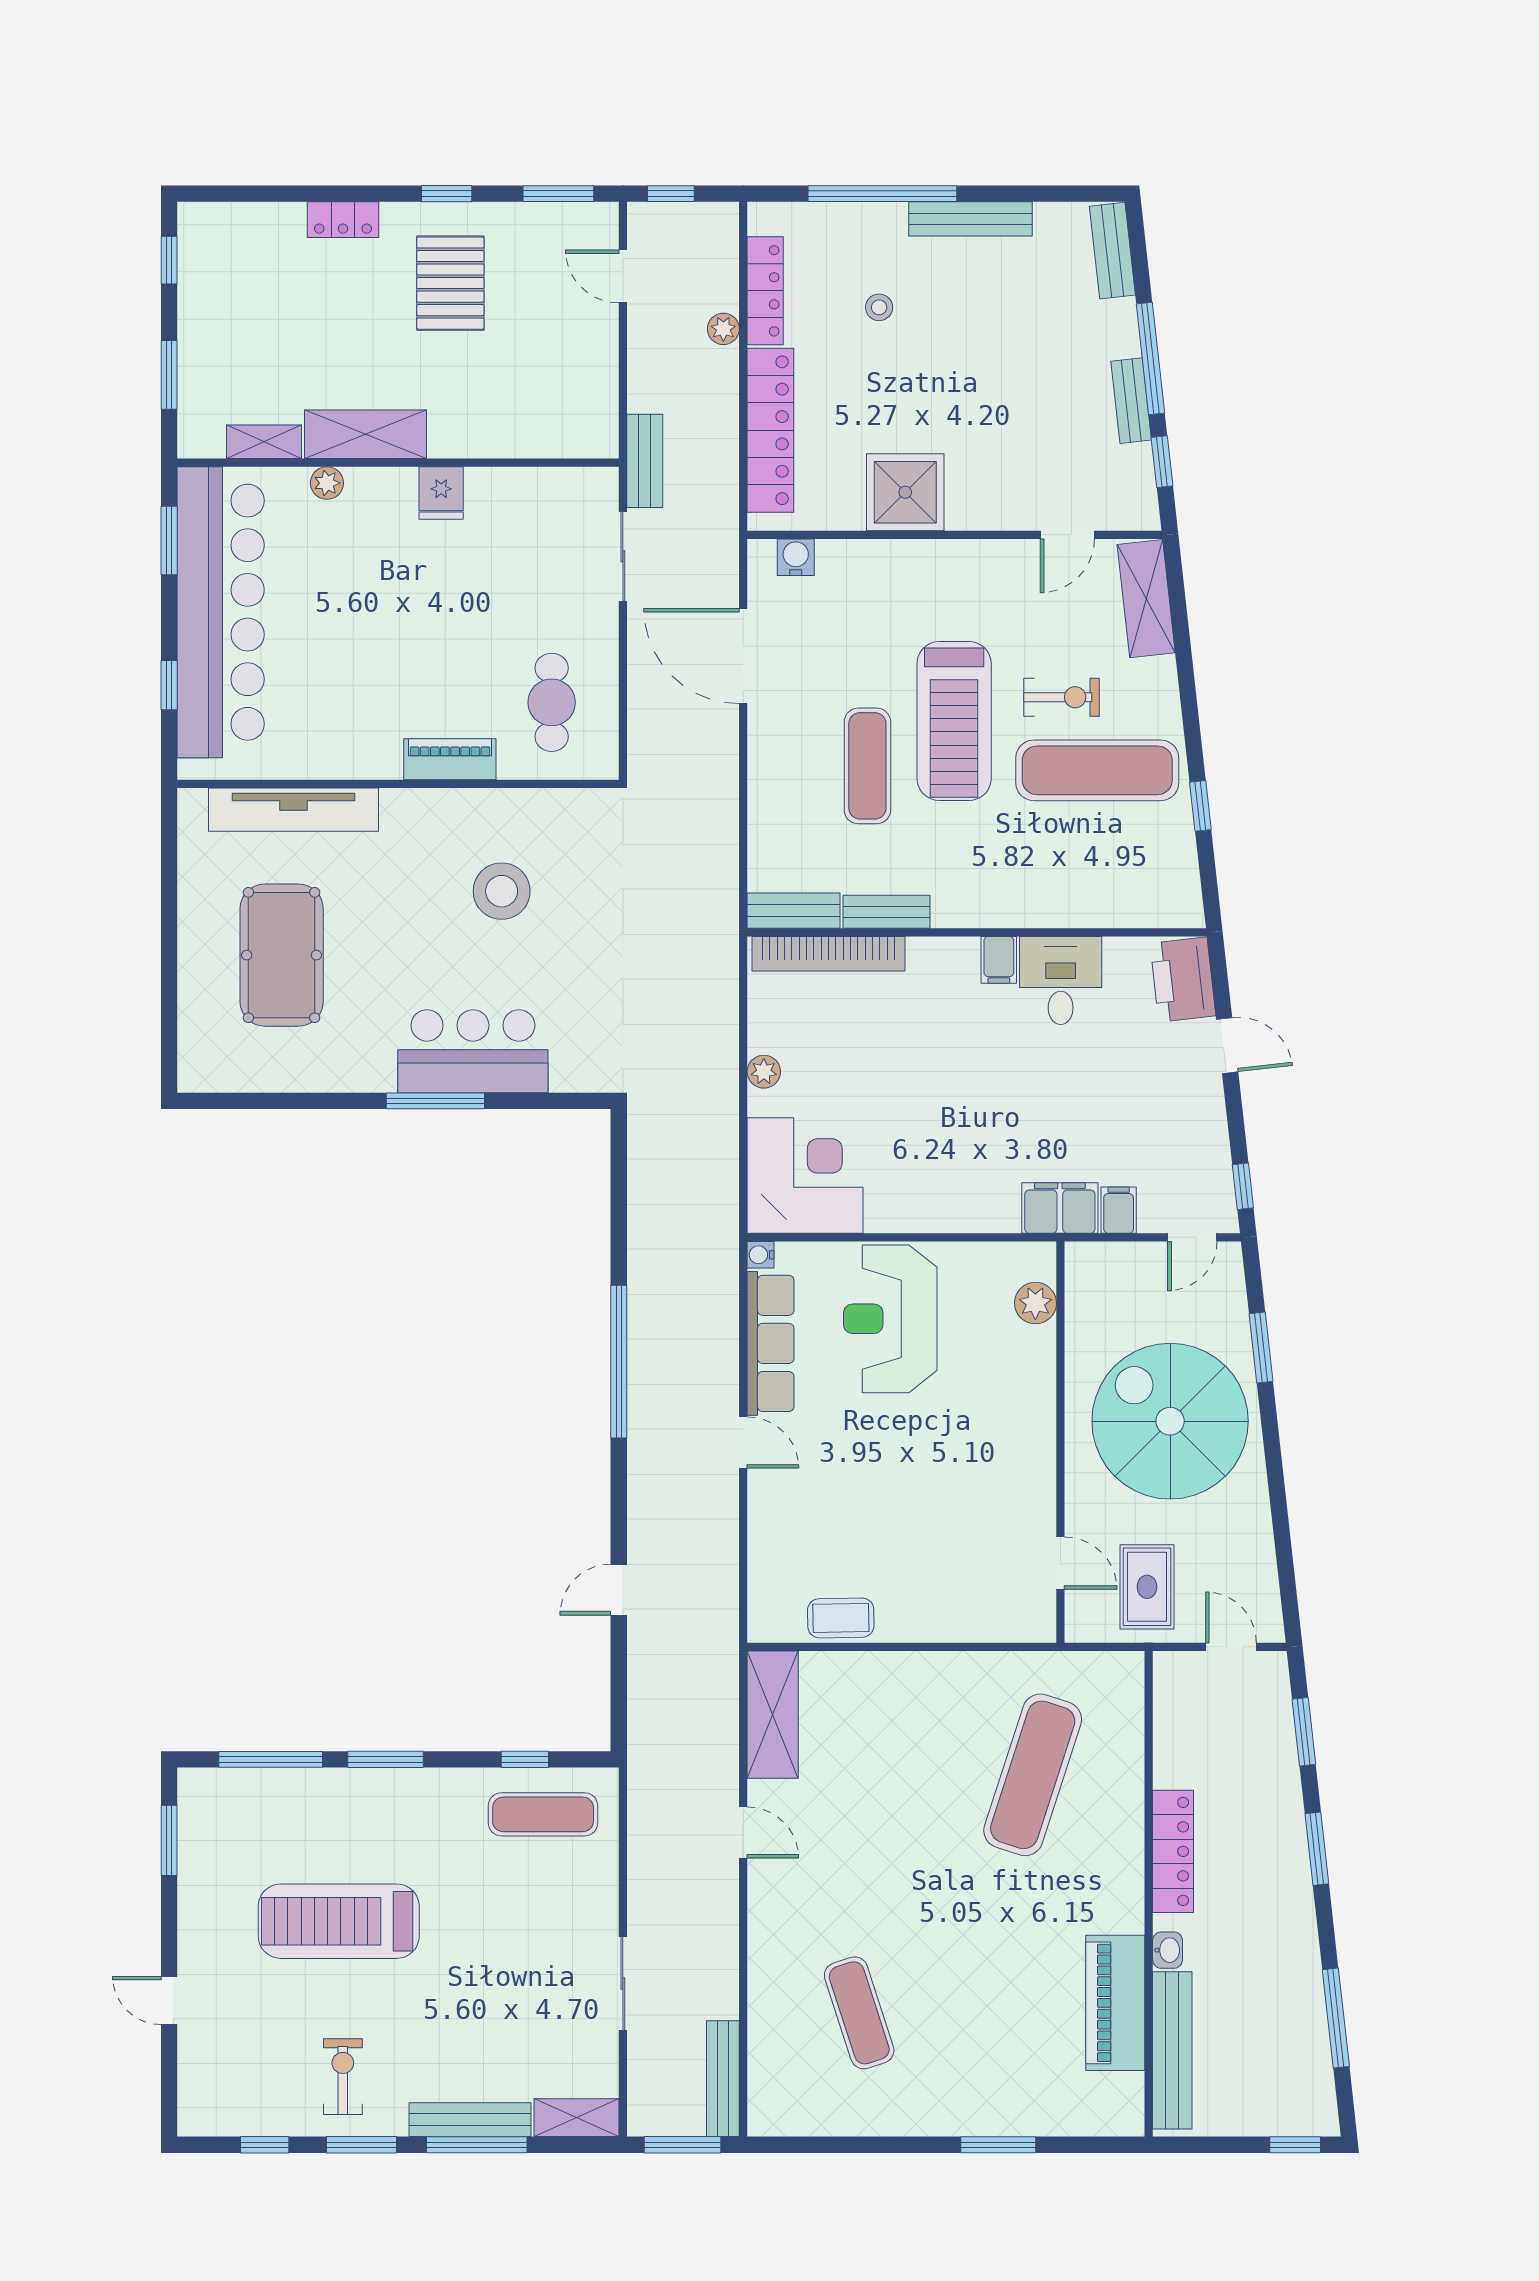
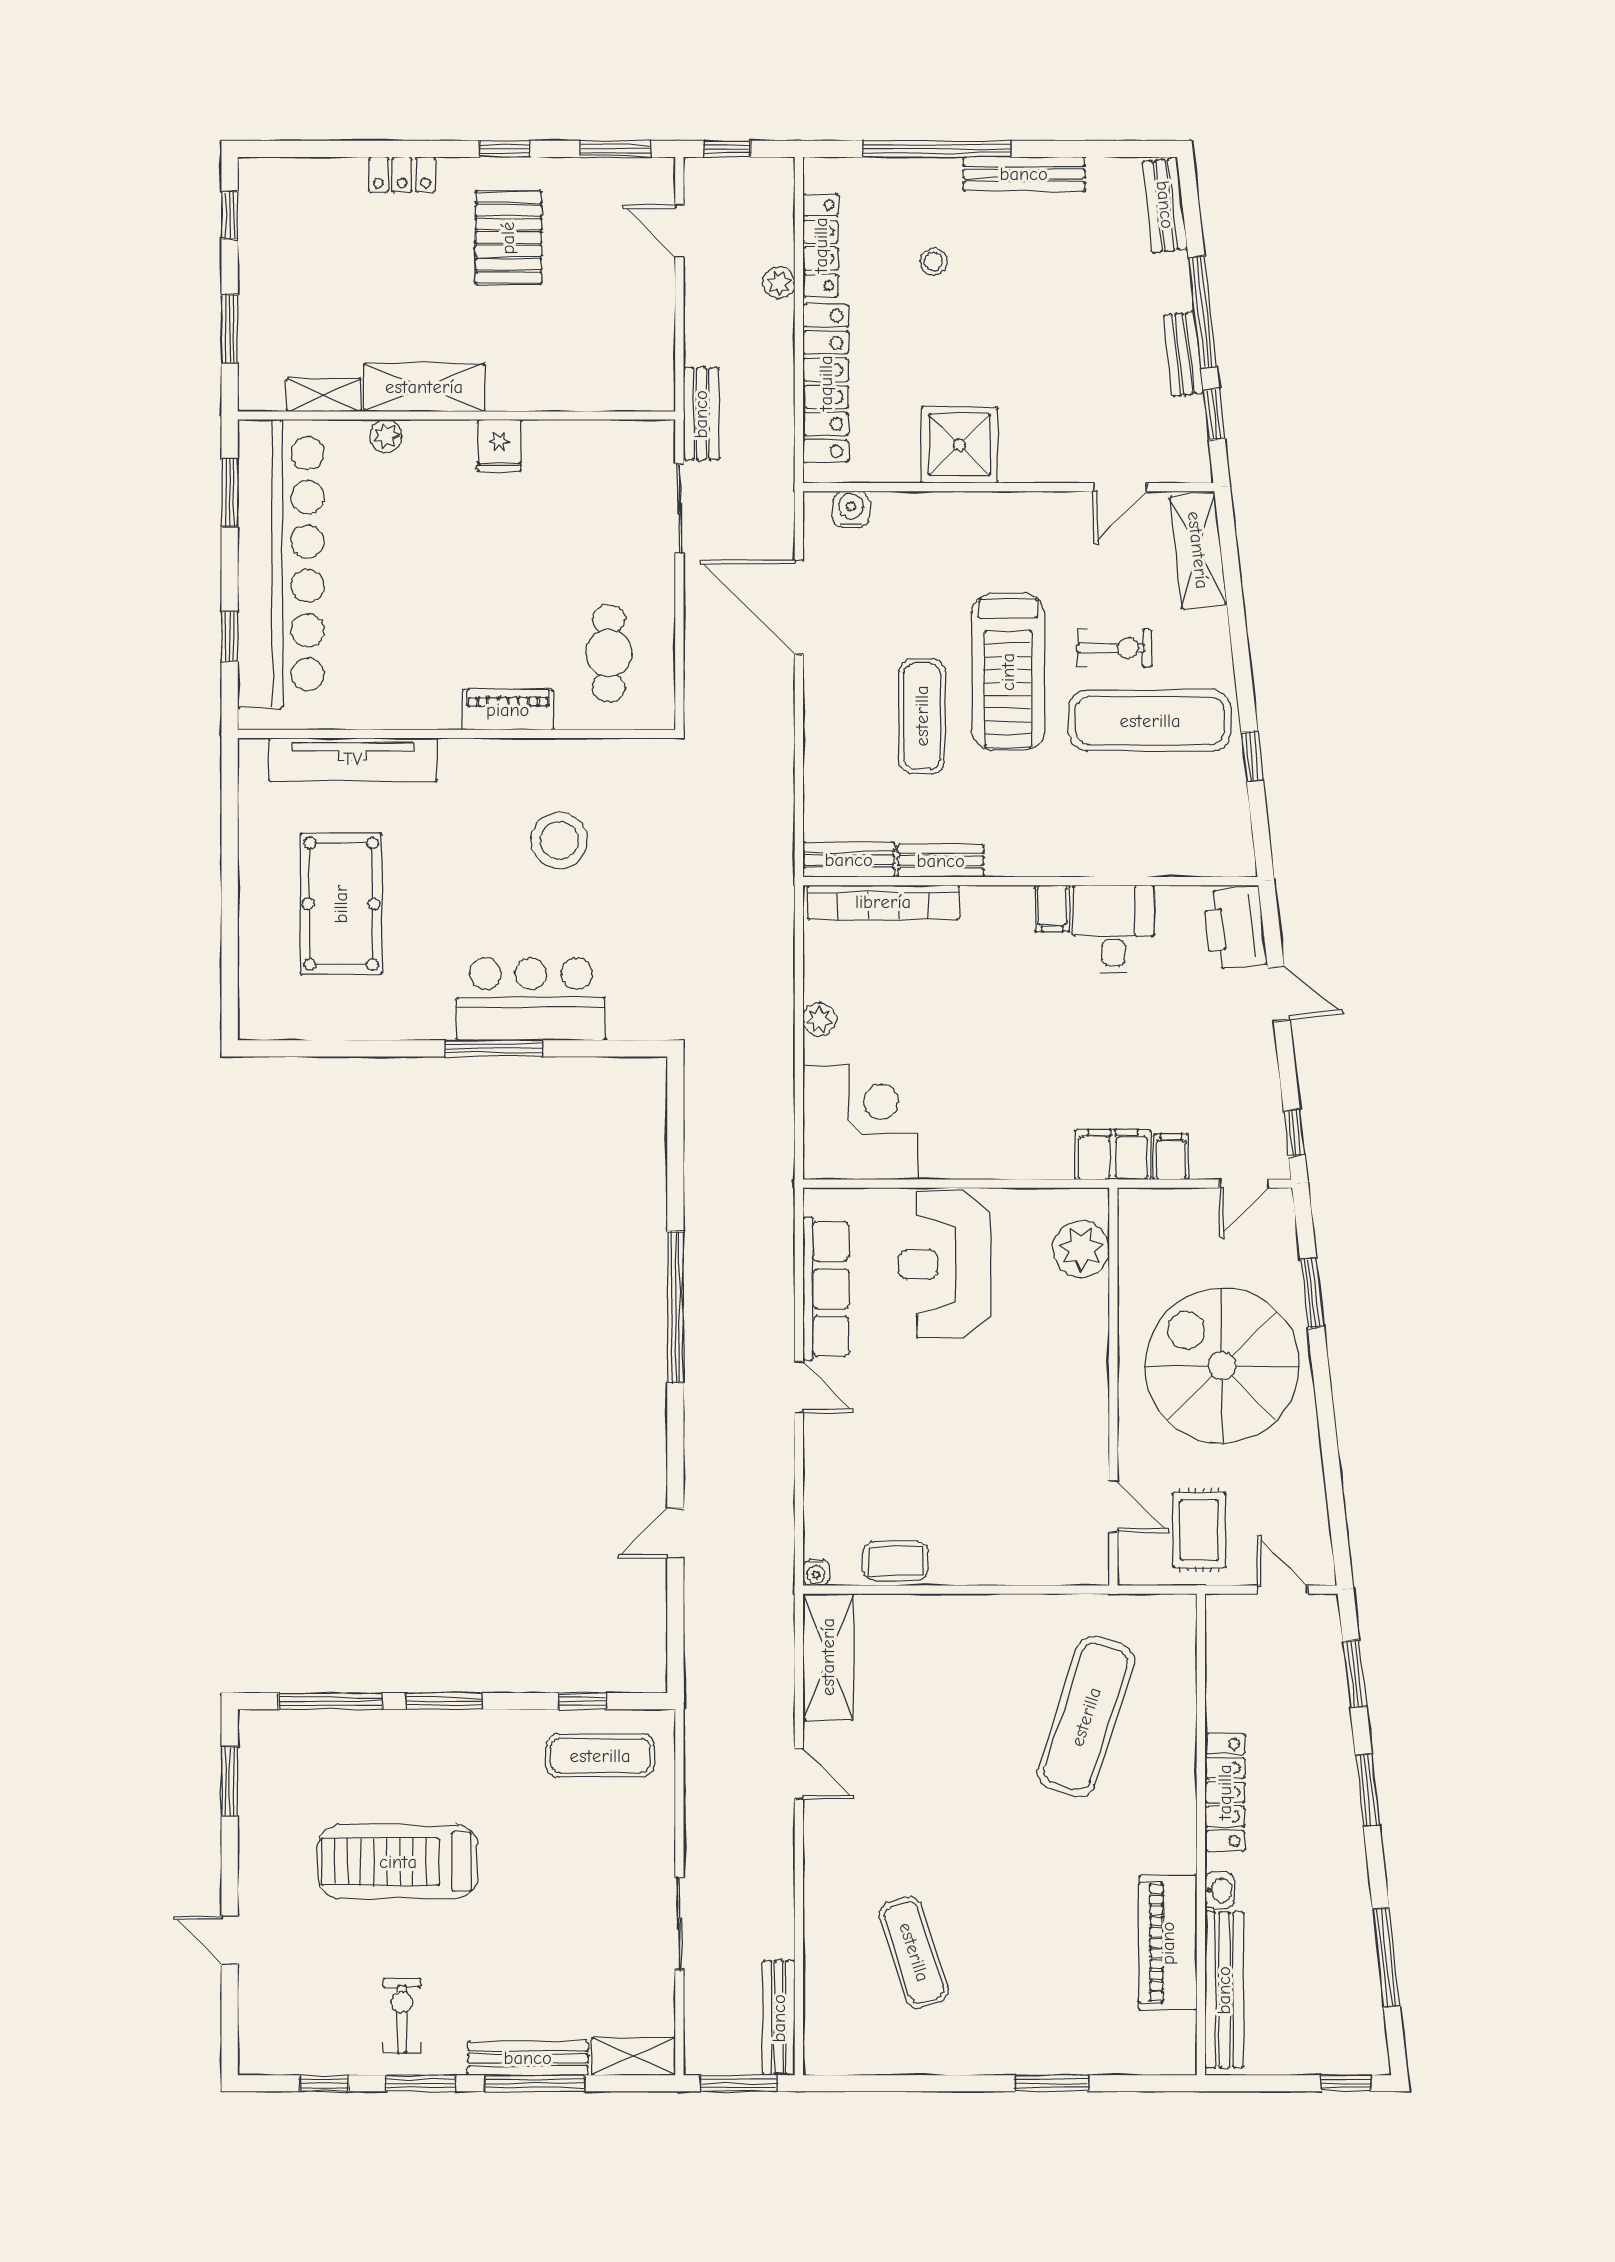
water cooler: (761, 1255) -> (816, 1573), moved, turned -90
plant: (1035, 1303) -> (1081, 1249), width x1.36, depth x1.36

